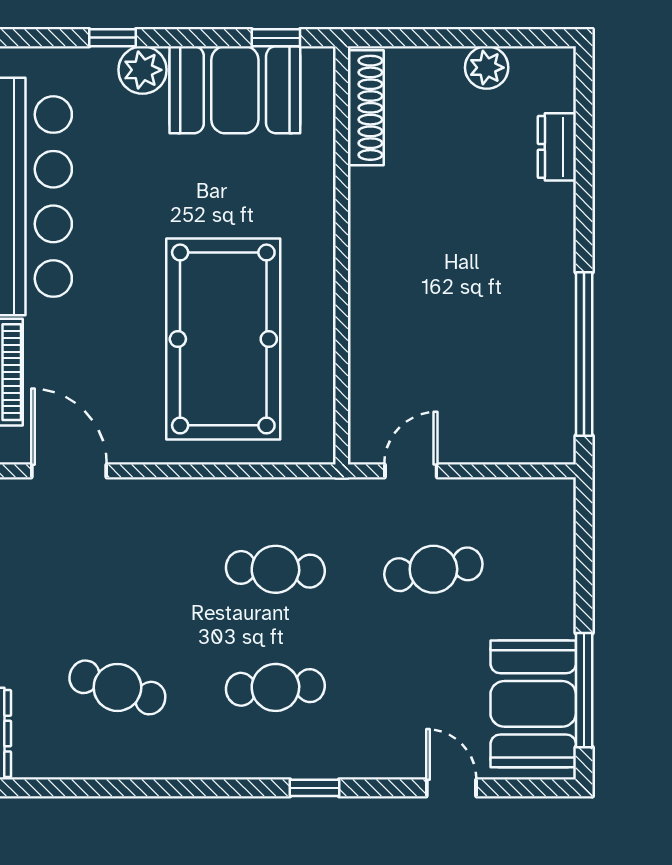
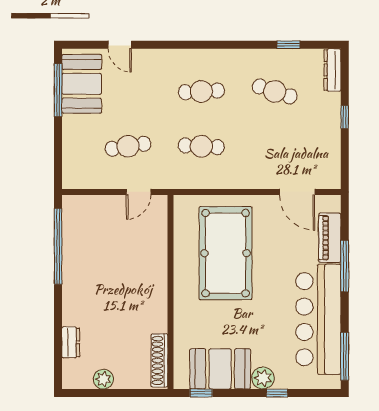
window: (314, 788) -> (288, 45), moved

